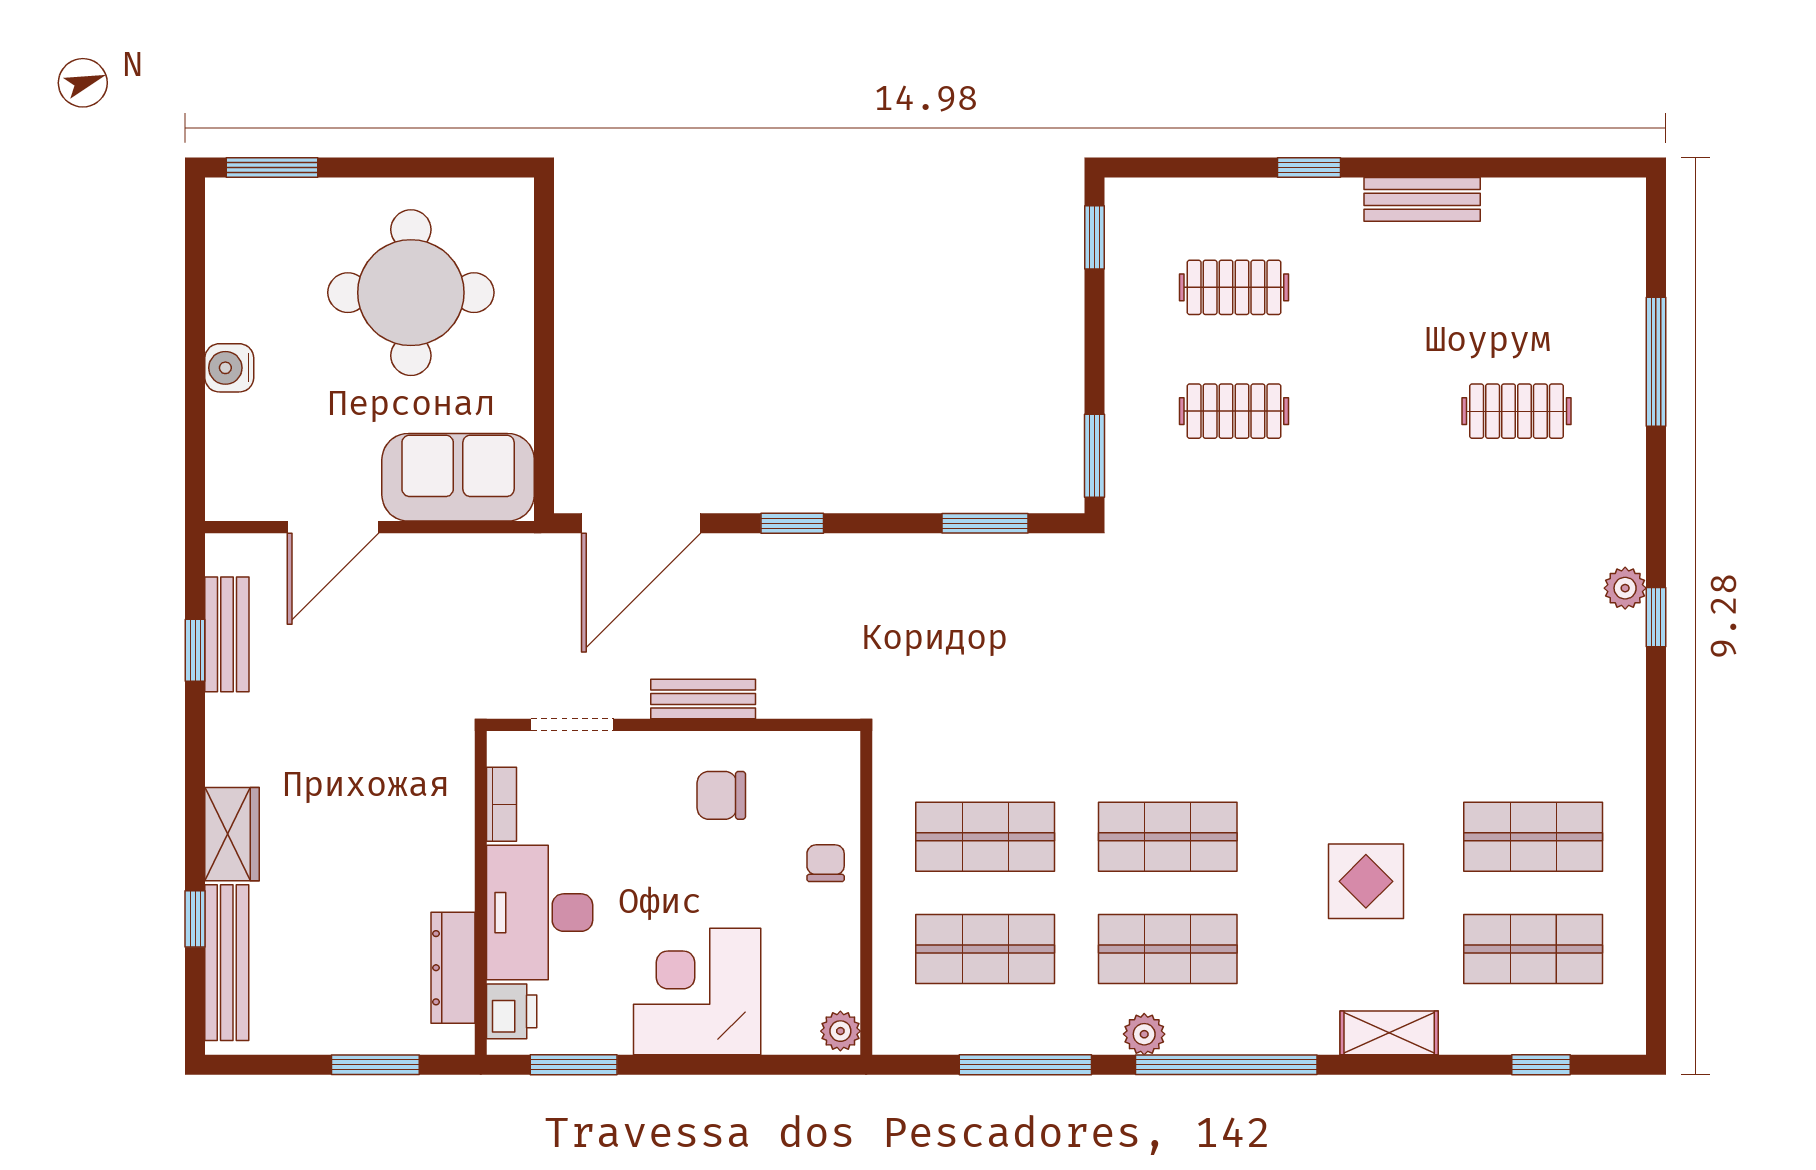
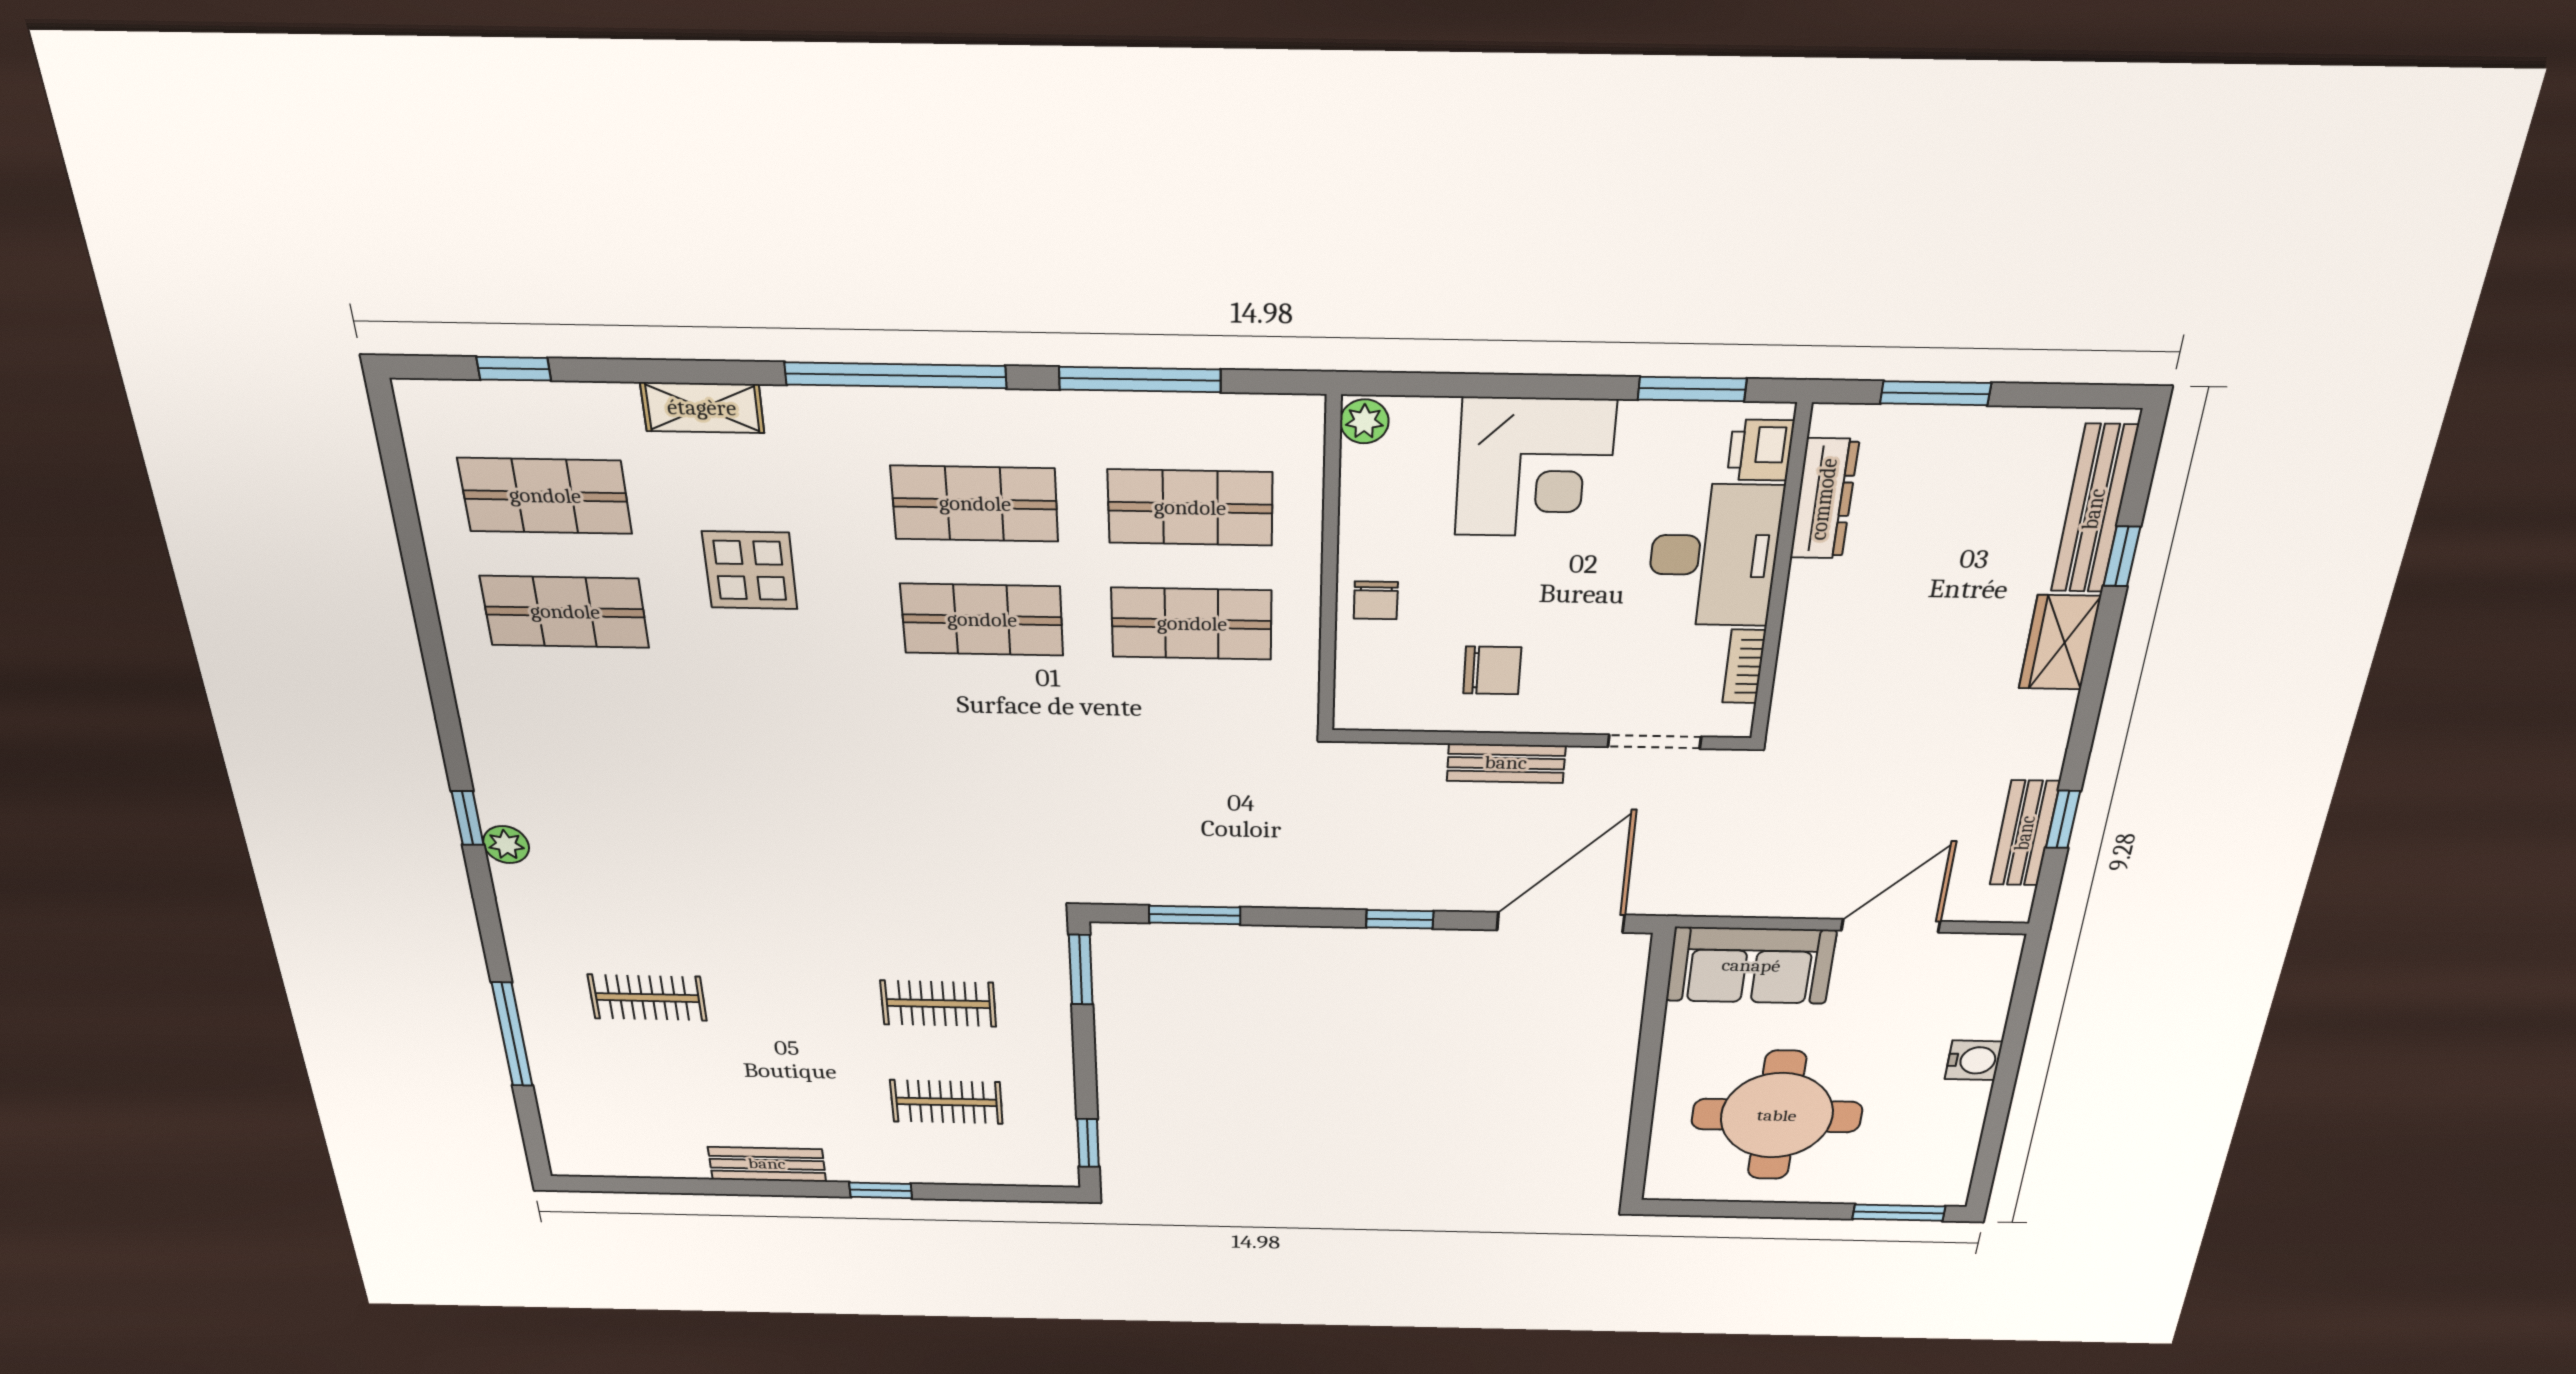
plant: (1144, 1034) -> (997, 411), removed

